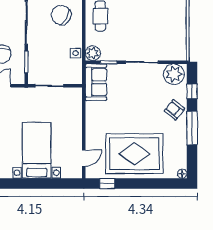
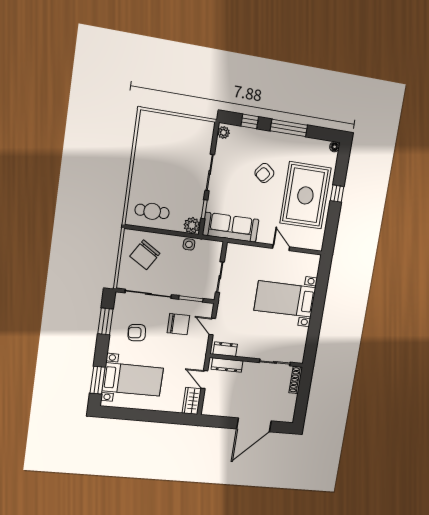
plant: (174, 74) -> (224, 132), width x0.53, depth x0.53
sofa: (96, 82) -> (231, 227), width x1.36
armchair: (174, 110) -> (264, 173), moved
door: (84, 158) -> (281, 248), moved
window: (107, 184) -> (337, 194), moved

